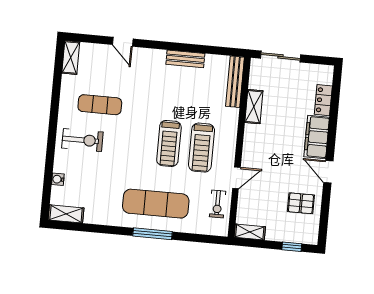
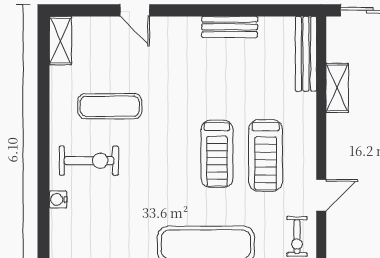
water cooler: (58, 179) -> (58, 199), moved

